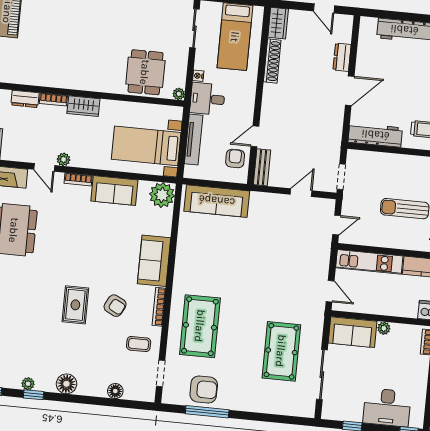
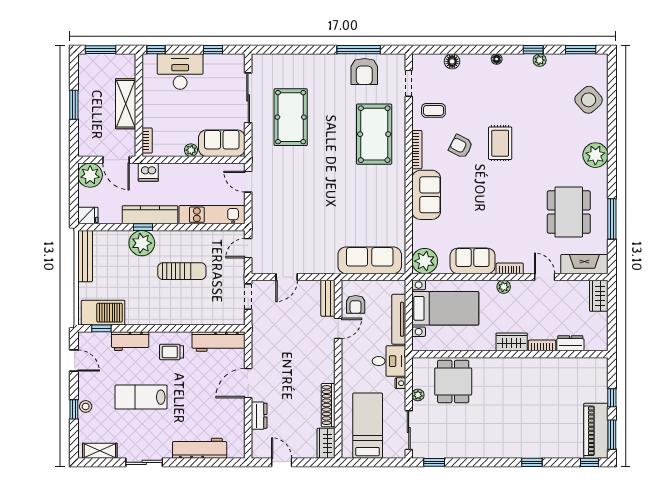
plant: (179, 94) -> (418, 395), moved
plant: (64, 159) -> (504, 287), moved
floor lamp: (66, 384) -> (497, 59), width x0.53, depth x0.53
armchair: (204, 389) -> (364, 72), turned -90

